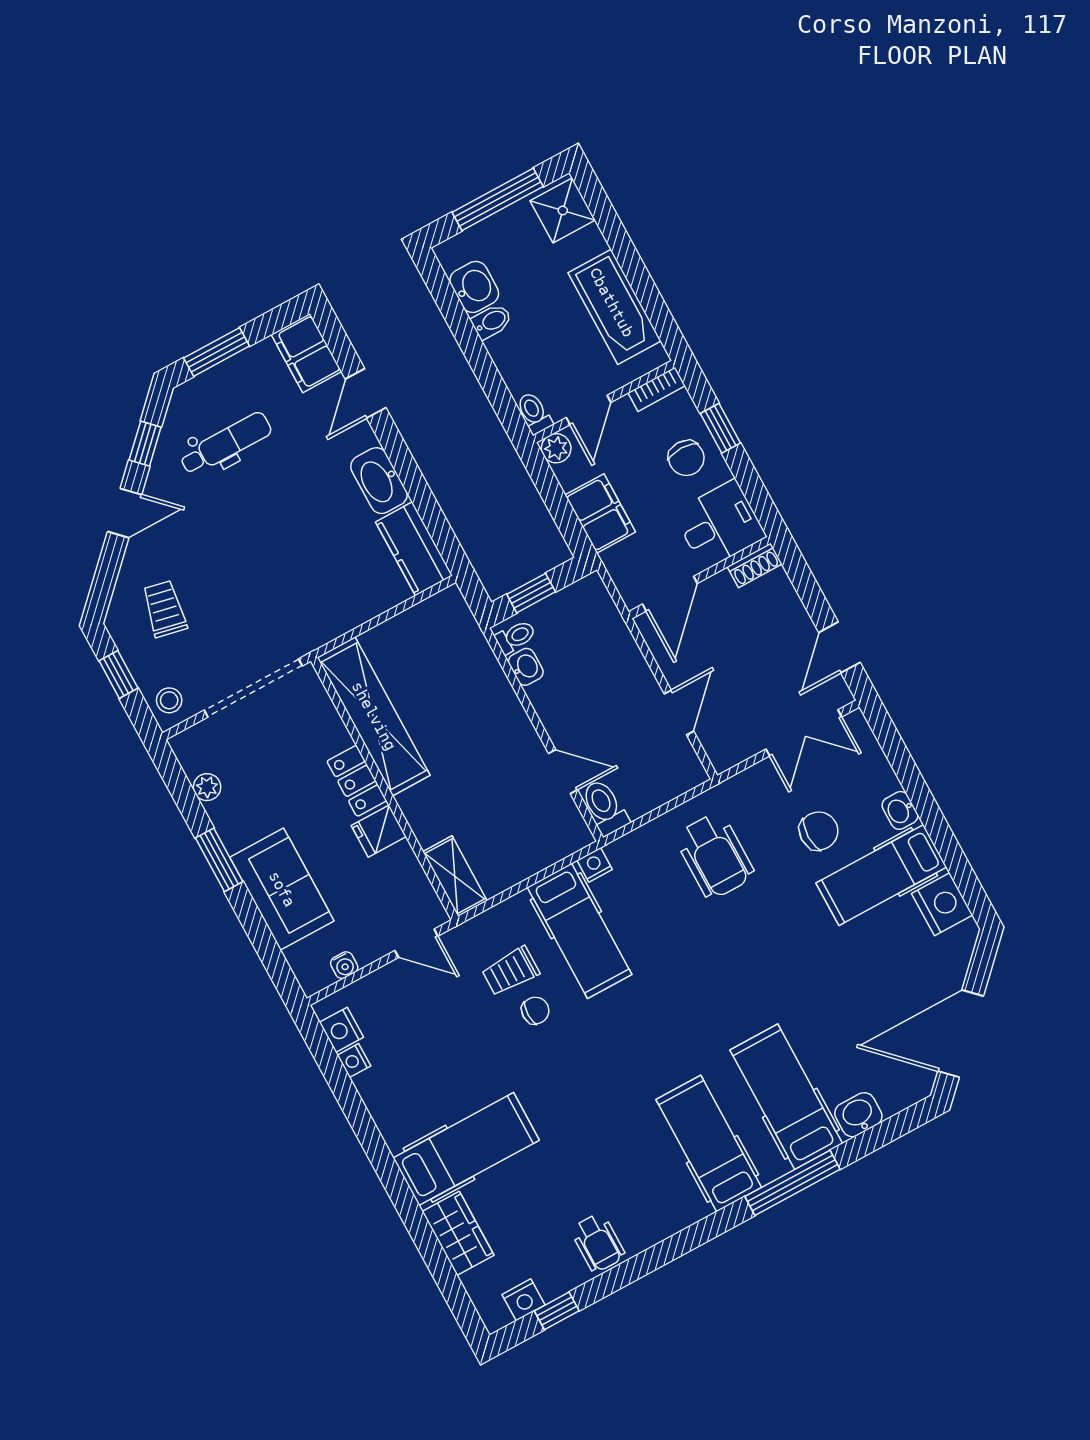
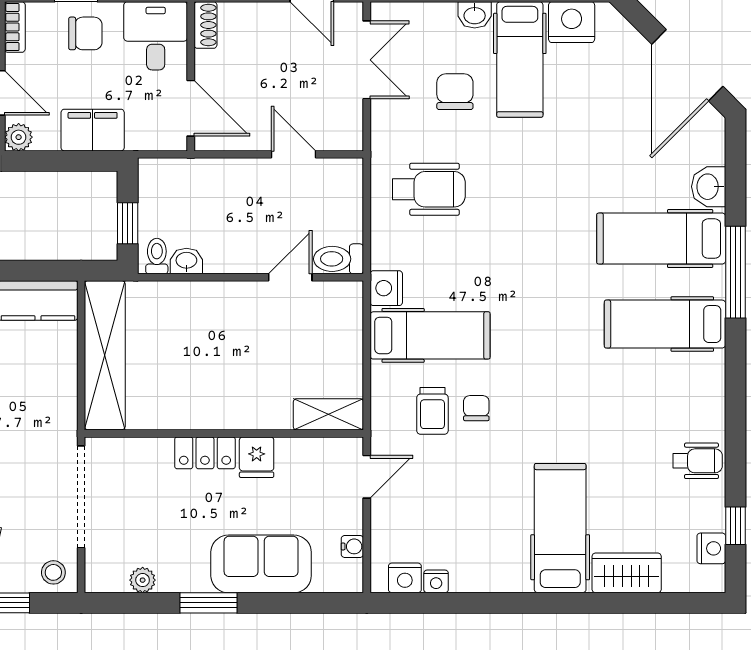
shelving: (374, 716) -> (105, 355), moved, turned 90
nightstand: (595, 865) -> (386, 288), width x1.39, depth x1.35

